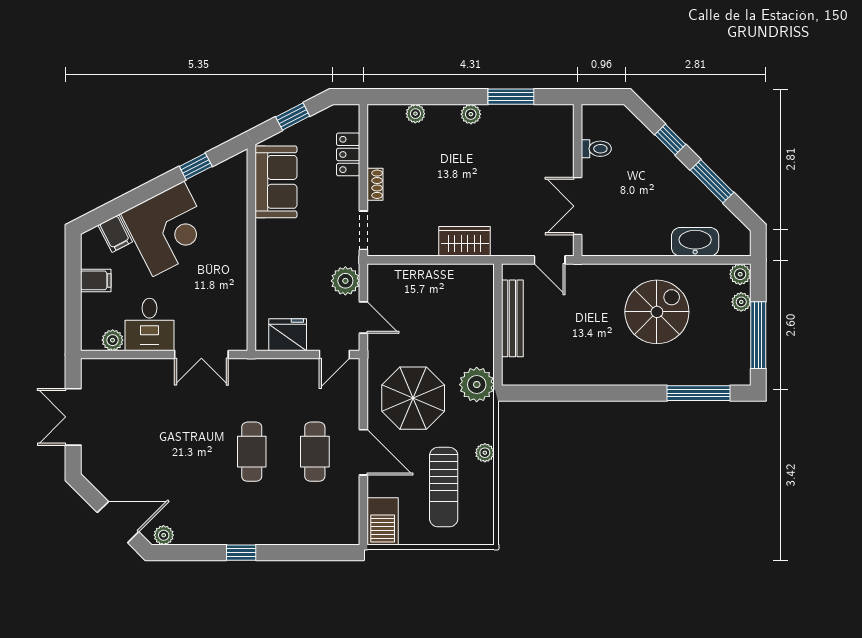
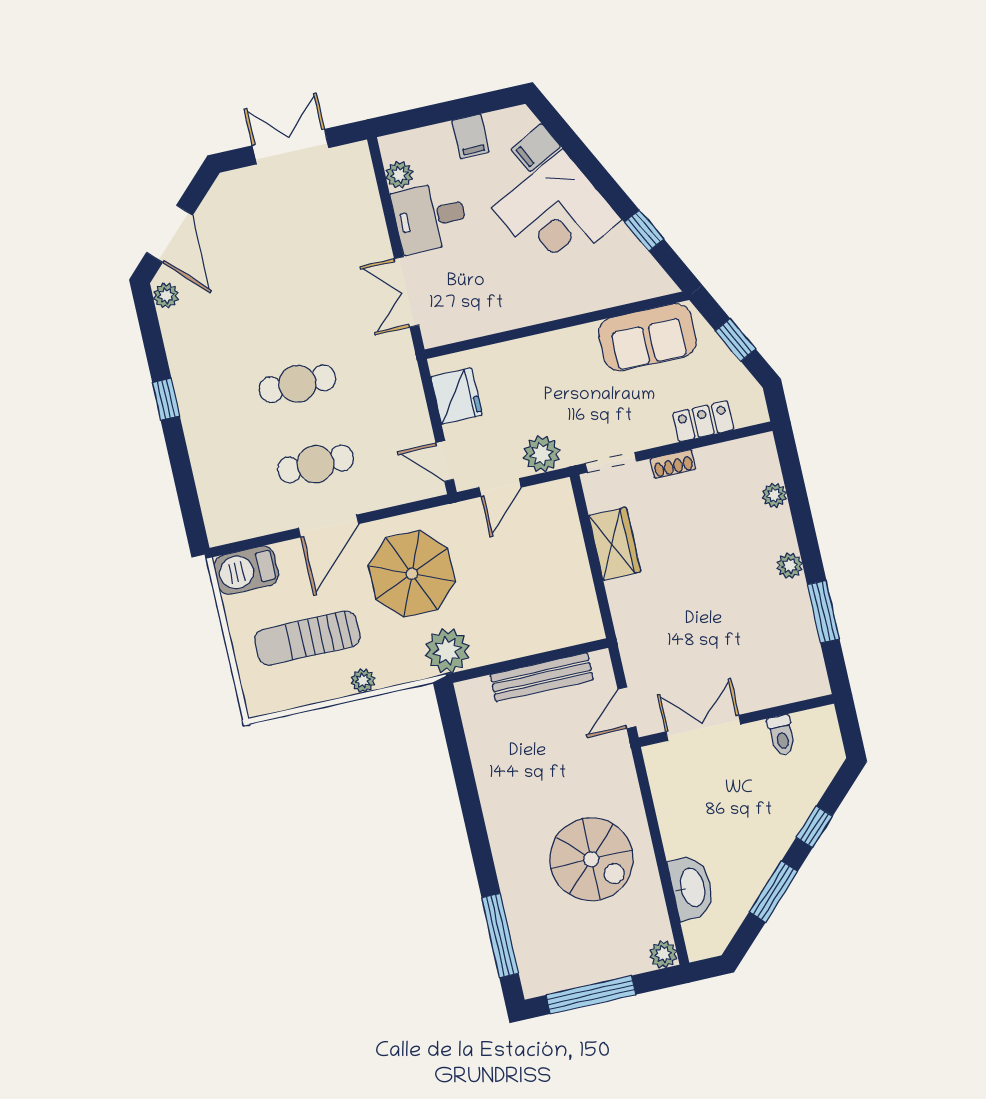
wardrobe: (465, 241) -> (615, 544), moved
plant: (741, 302) -> (628, 964), removed

